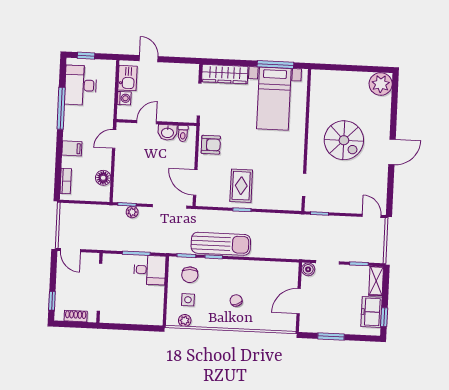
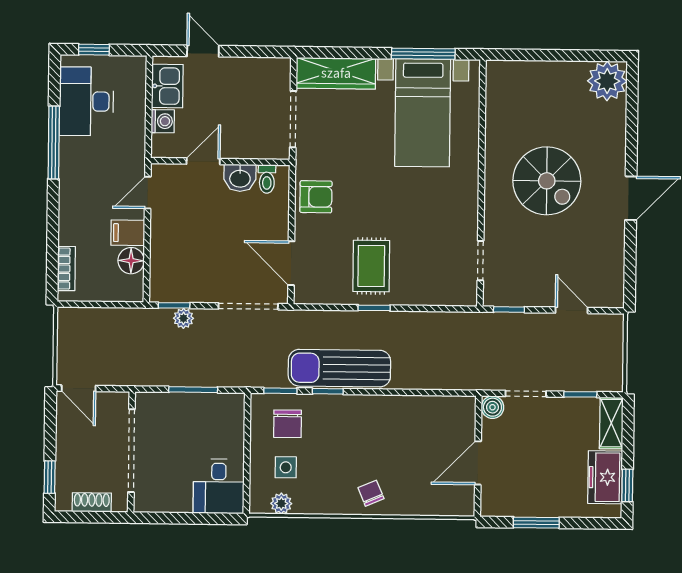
filing cabinet: (72, 148) -> (128, 233), moved, turned 180
door: (372, 216) -> (572, 310), moved
sun lounger: (221, 244) -> (339, 368), turned 180
desk: (150, 270) -> (219, 486), moved, turned 90
chair: (236, 300) -> (371, 493), moved

